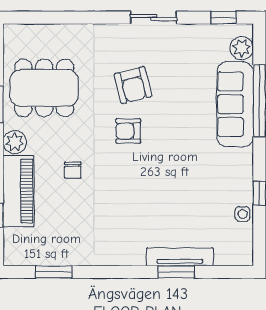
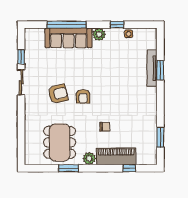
window: (224, 18) -> (21, 57), moved
plant: (242, 48) -> (99, 34), moved

